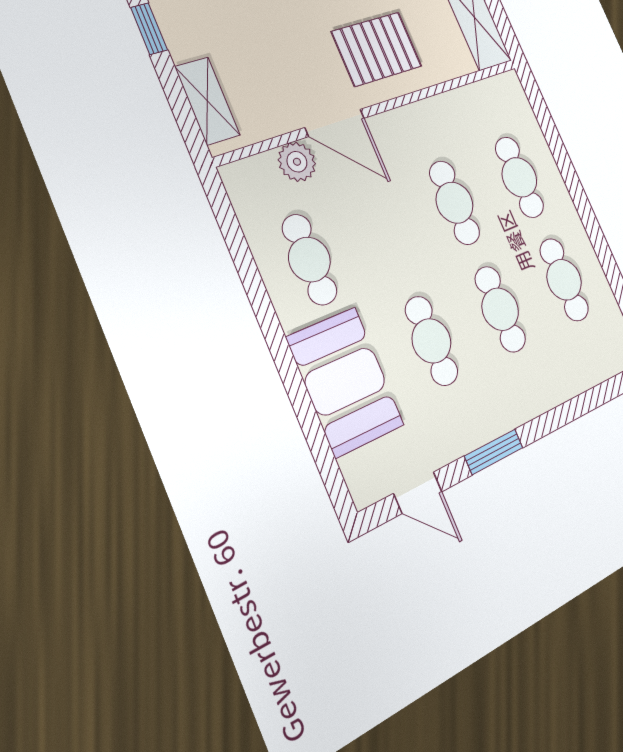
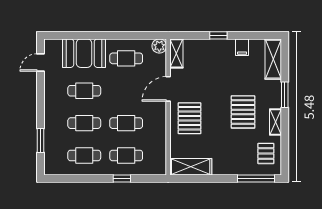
shelving: (207, 101) -> (176, 53), moved, turned 90
plant: (297, 162) -> (159, 46), moved
window: (567, 171) -> (122, 178), added
window: (494, 452) -> (41, 140), moved

